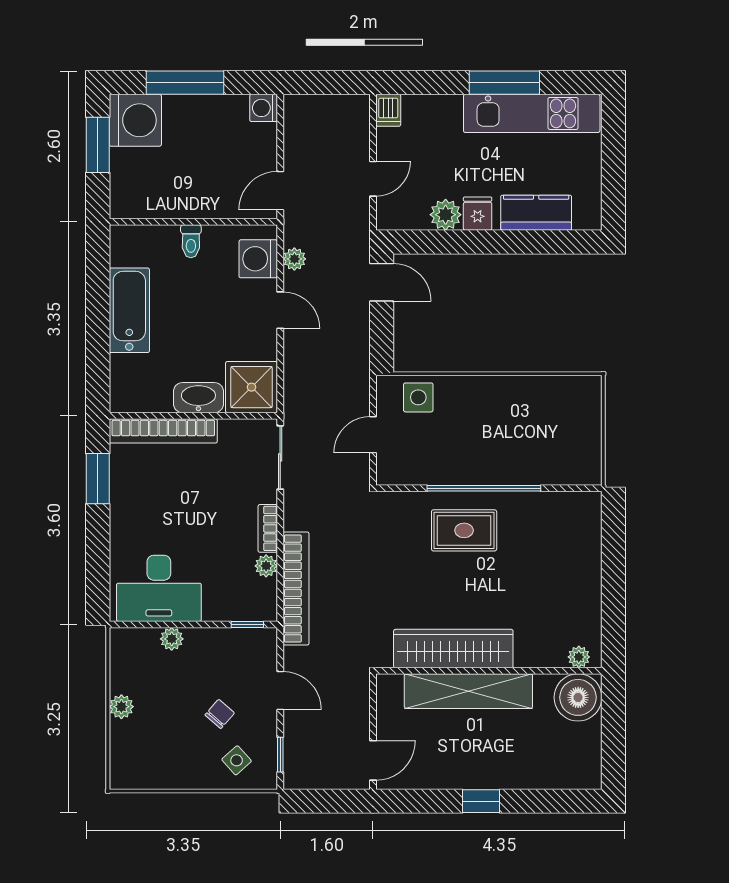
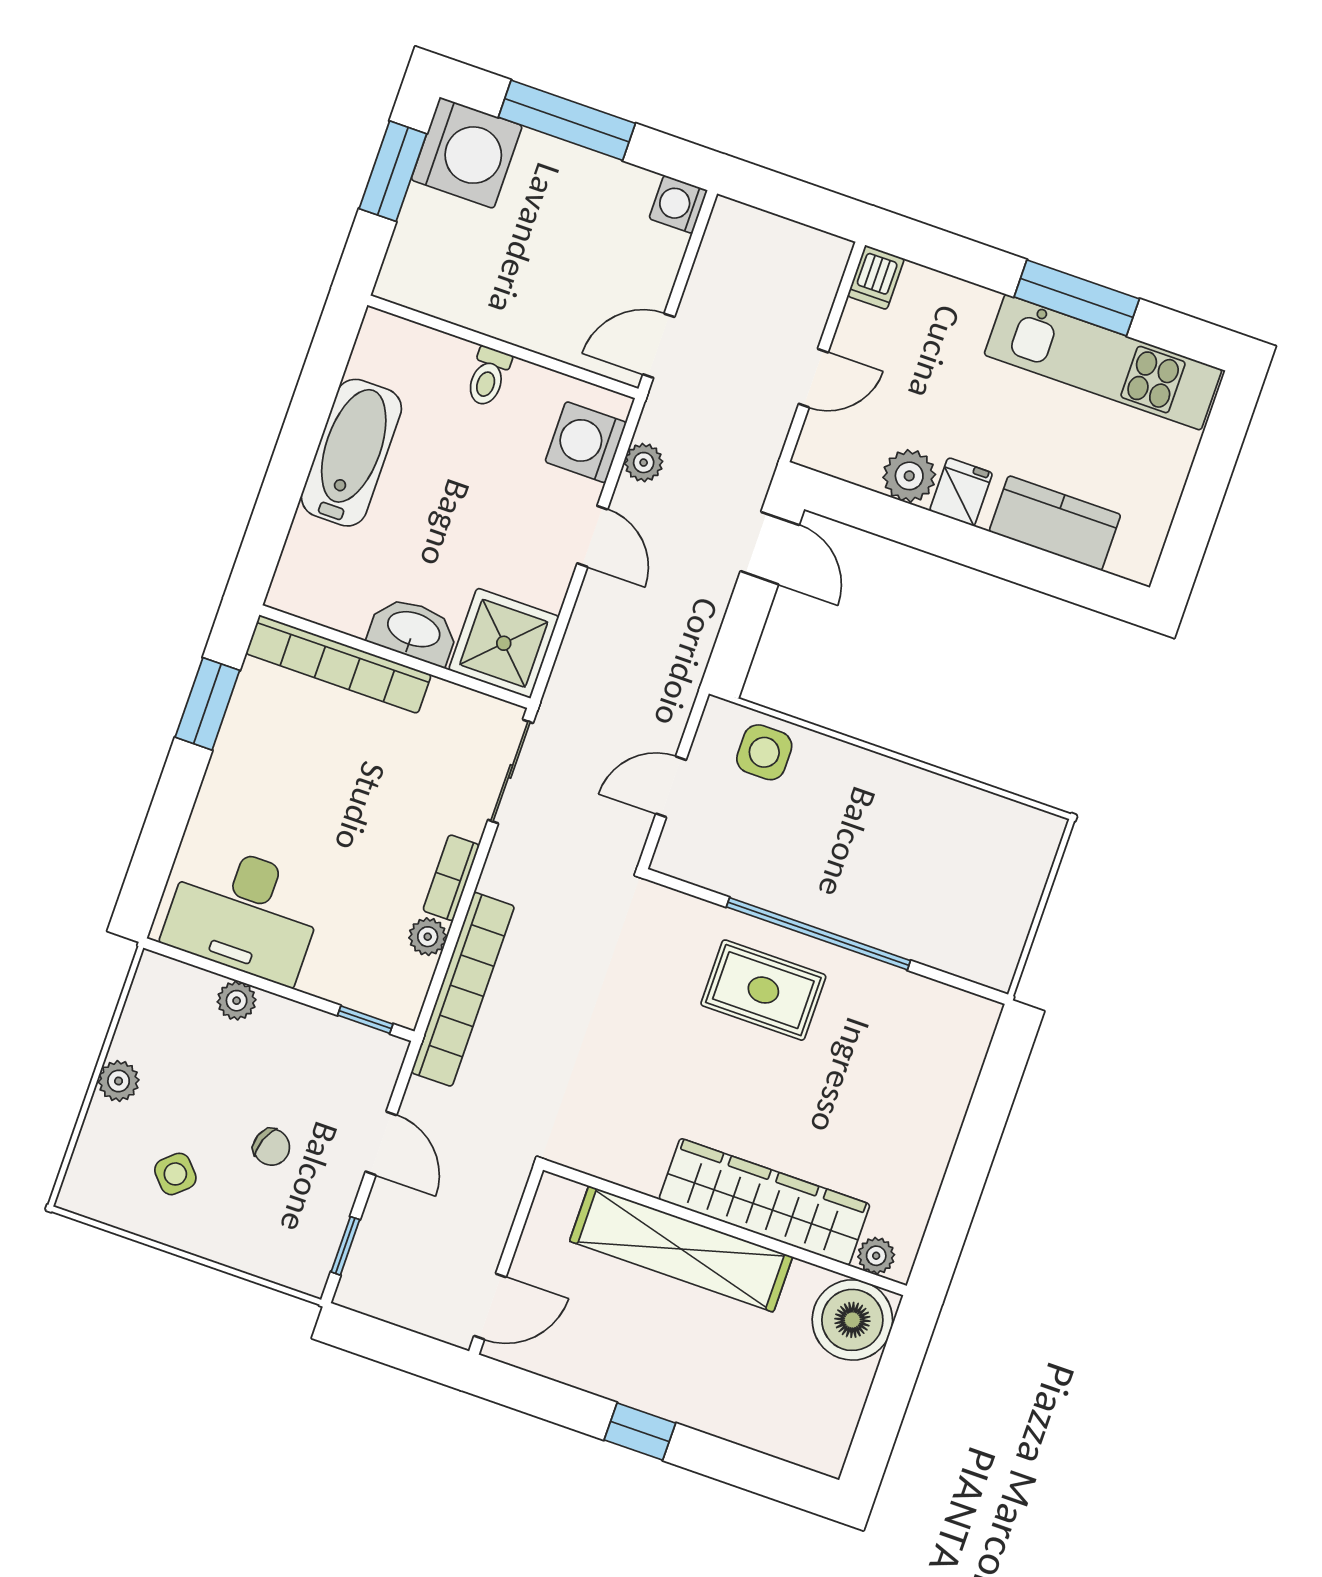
wardrobe: (453, 649) -> (764, 1202), moved
chair: (220, 714) -> (271, 1147), turned 69
side table: (237, 760) -> (175, 1174), moved

